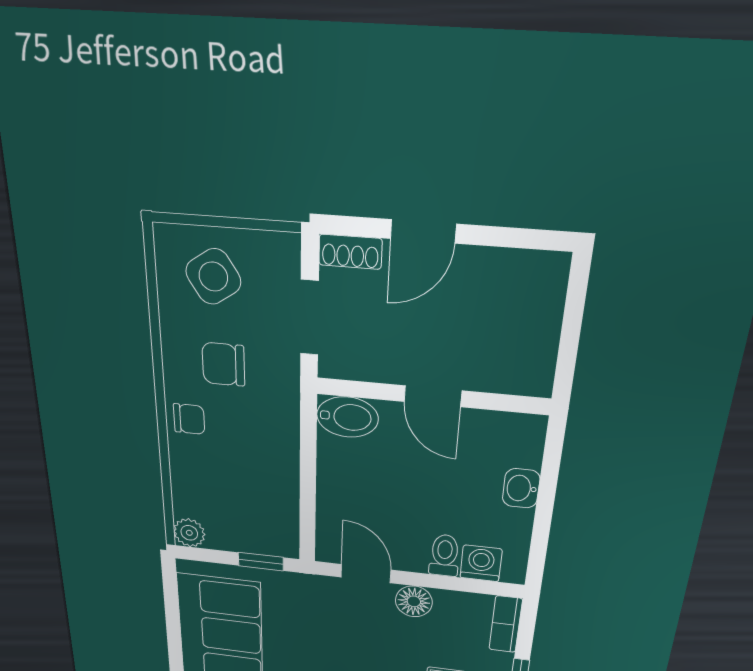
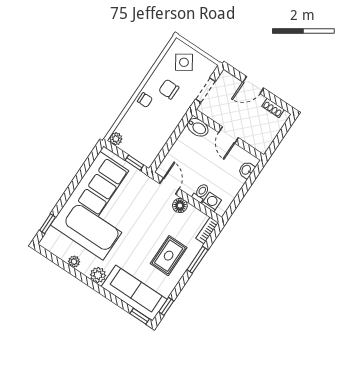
shoe rack: (350, 252) -> (273, 108), moved
washbasin: (521, 488) -> (246, 170), moved

